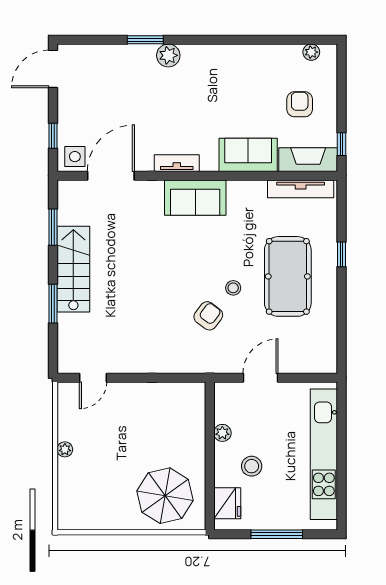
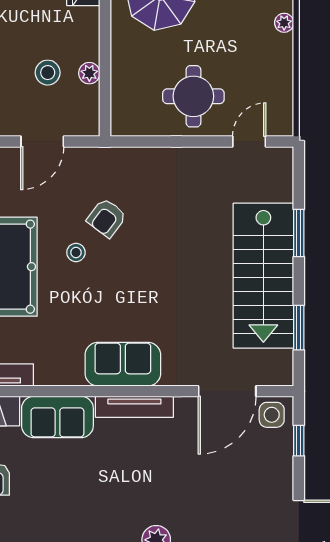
tv unit: (177, 163) -> (134, 407), width x1.41
stairs: (73, 269) -> (263, 276), width x1.36, depth x1.51
round table: (138, 414) -> (193, 96), added
plant: (65, 449) -> (284, 23), moved
stool: (252, 466) -> (48, 73), moved

